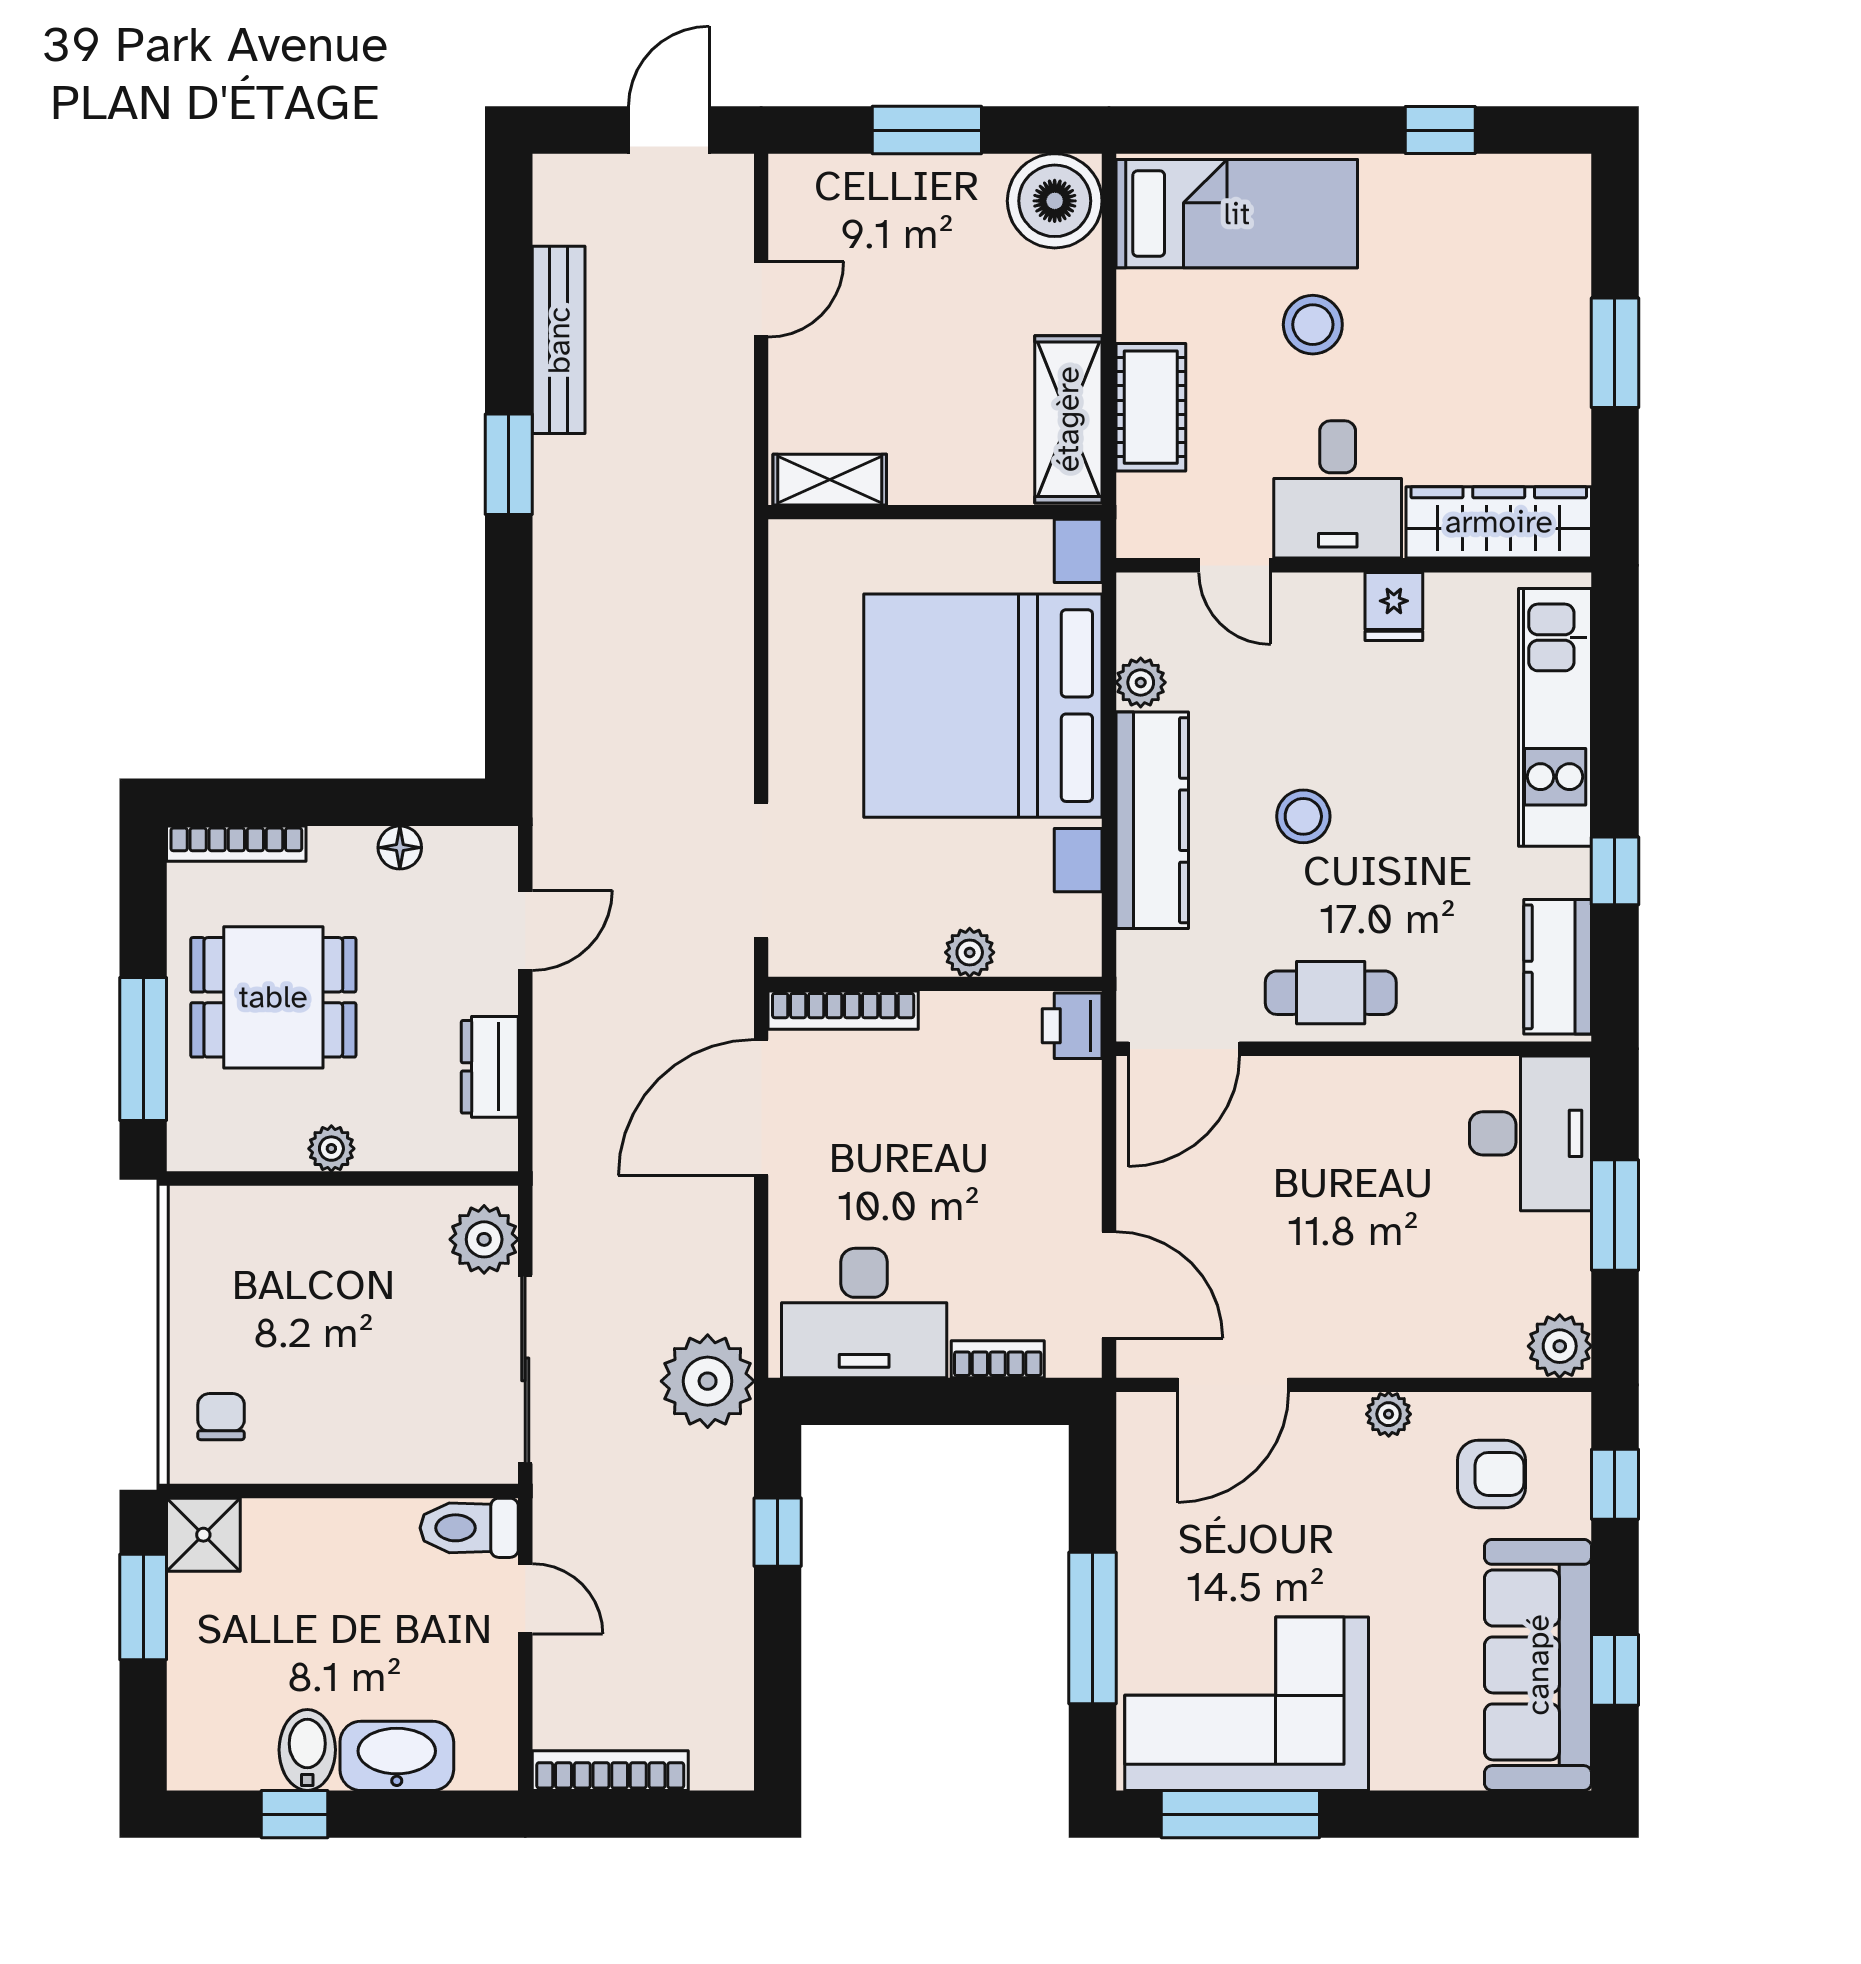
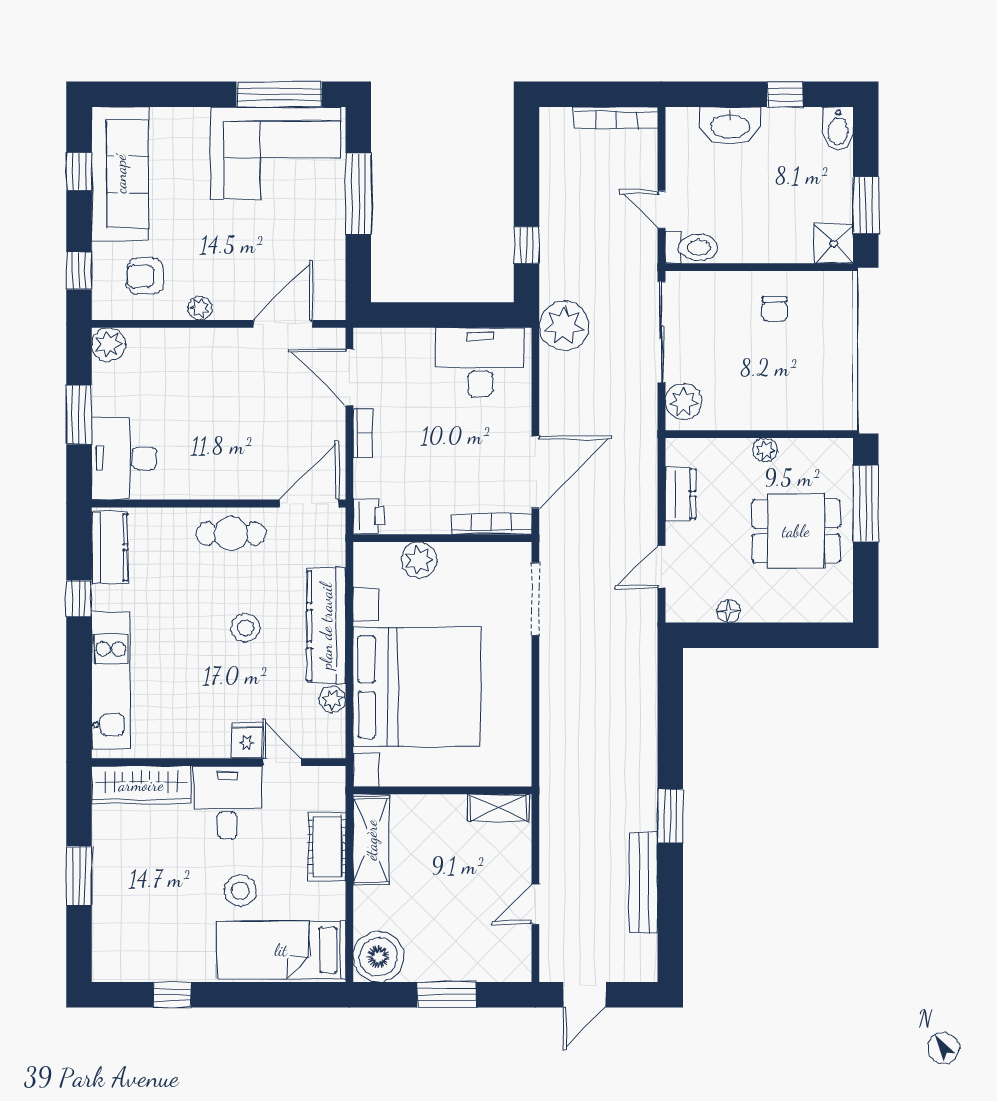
fridge: (1394, 606) -> (247, 740), moved
bookcase: (236, 844) -> (816, 613), removed
plant: (970, 952) -> (419, 560), width x1.38, depth x1.38
bookcase: (998, 1359) -> (363, 433), moved, turned -90
chair: (221, 1417) -> (775, 309), moved
bidet: (307, 1750) -> (838, 129), moved

